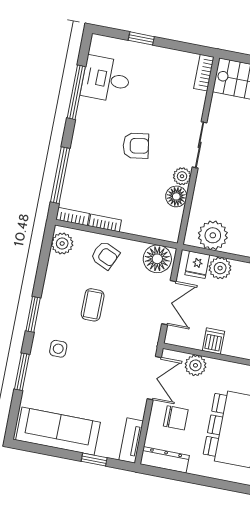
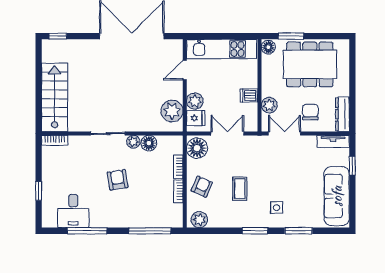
bookcase: (73, 217) -> (178, 167), moved
coffee table: (93, 305) -> (240, 189), turned 90

